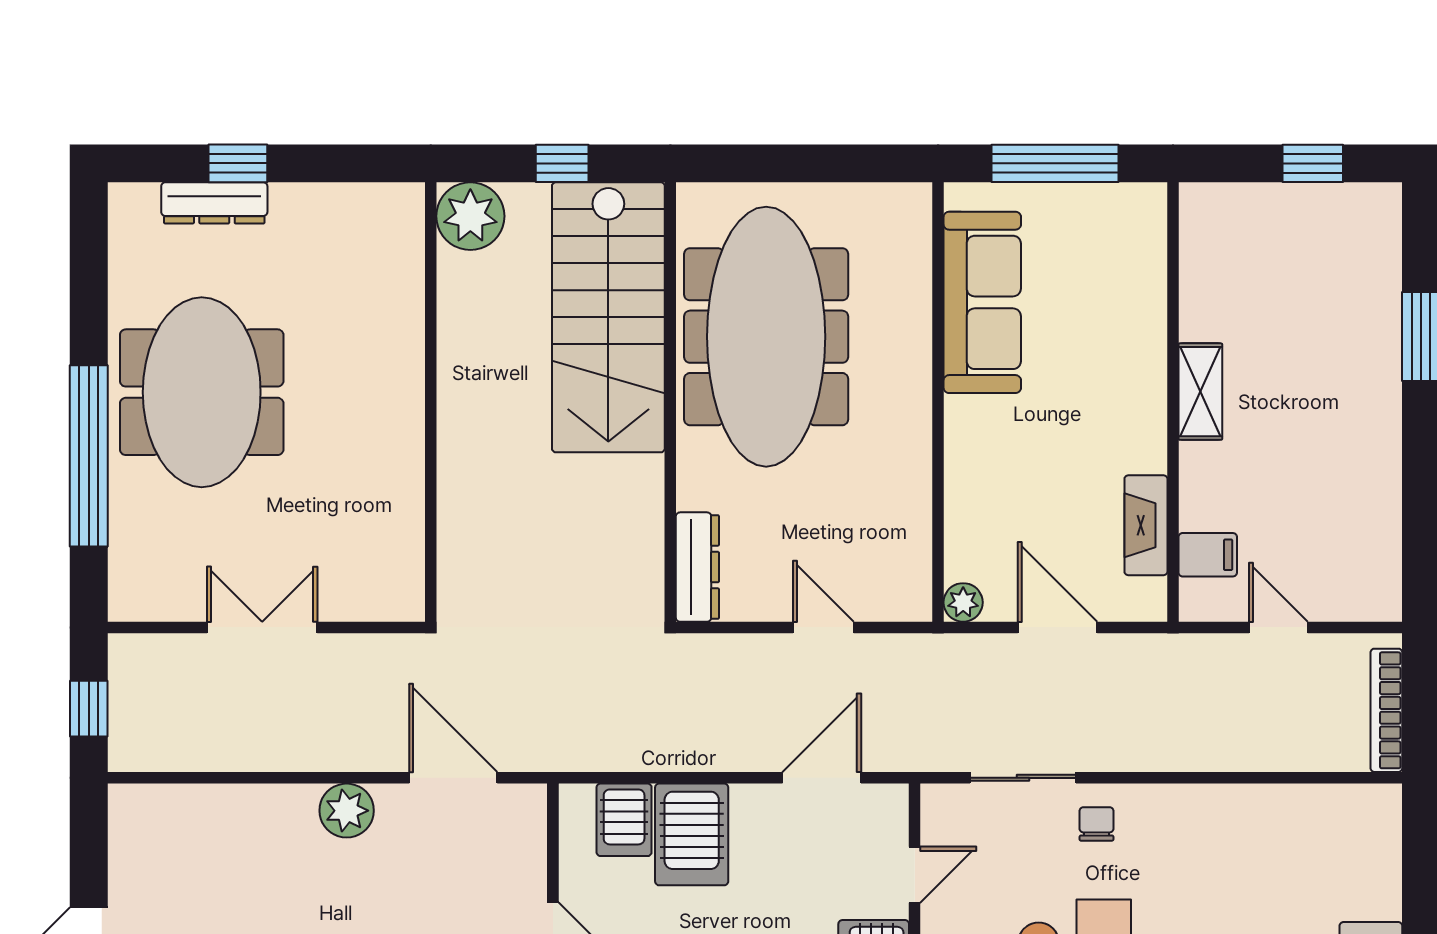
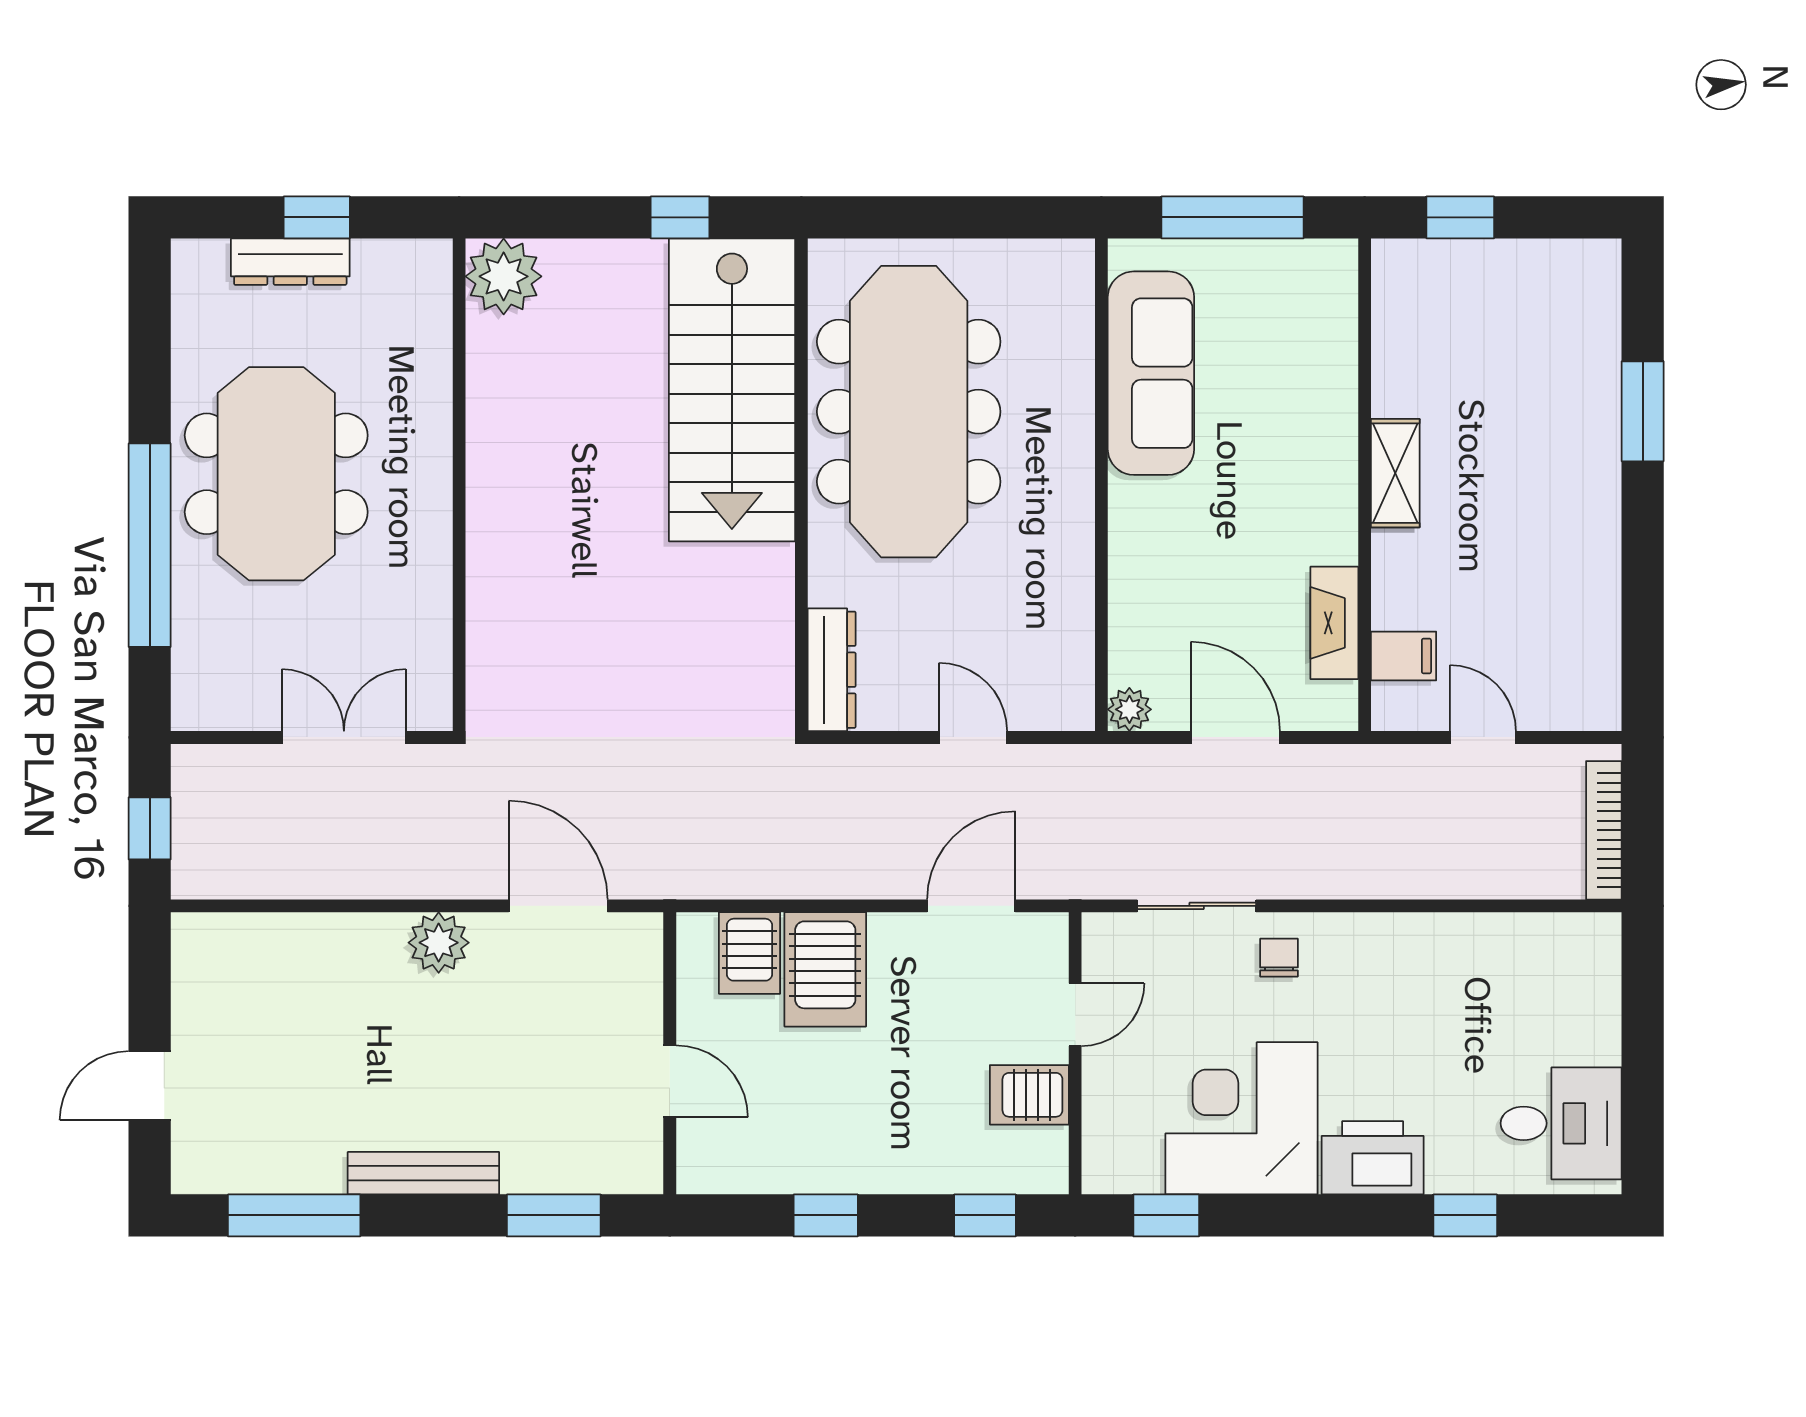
window: (1313, 163) -> (1460, 217), moved
plant: (470, 216) -> (504, 276), moved
wall: (431, 402) -> (459, 485), moved

